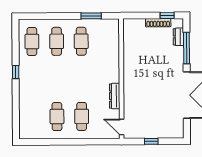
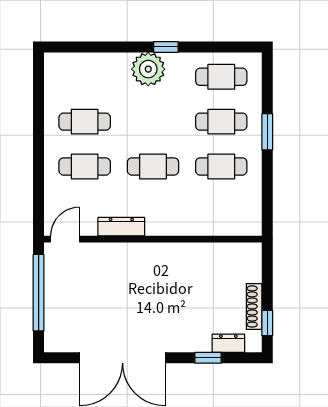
window: (91, 16) -> (267, 132), moved
window: (186, 48) -> (208, 358), width x0.46
cafe table: (81, 79) -> (153, 166), added
plant: (28, 82) -> (148, 69), added
window: (151, 141) -> (39, 293), width x3.17

